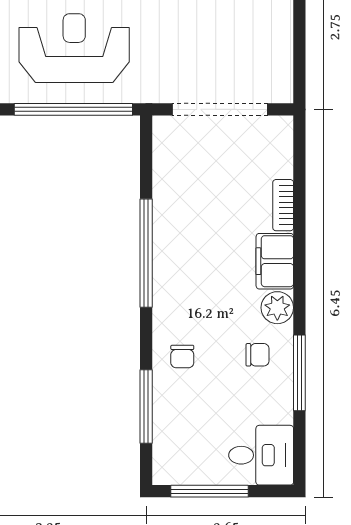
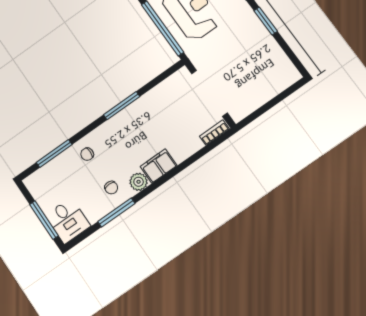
bookcase: (283, 205) -> (214, 132), moved
window: (146, 253) -> (122, 106), width x0.68
window: (209, 491) -> (44, 220), moved

